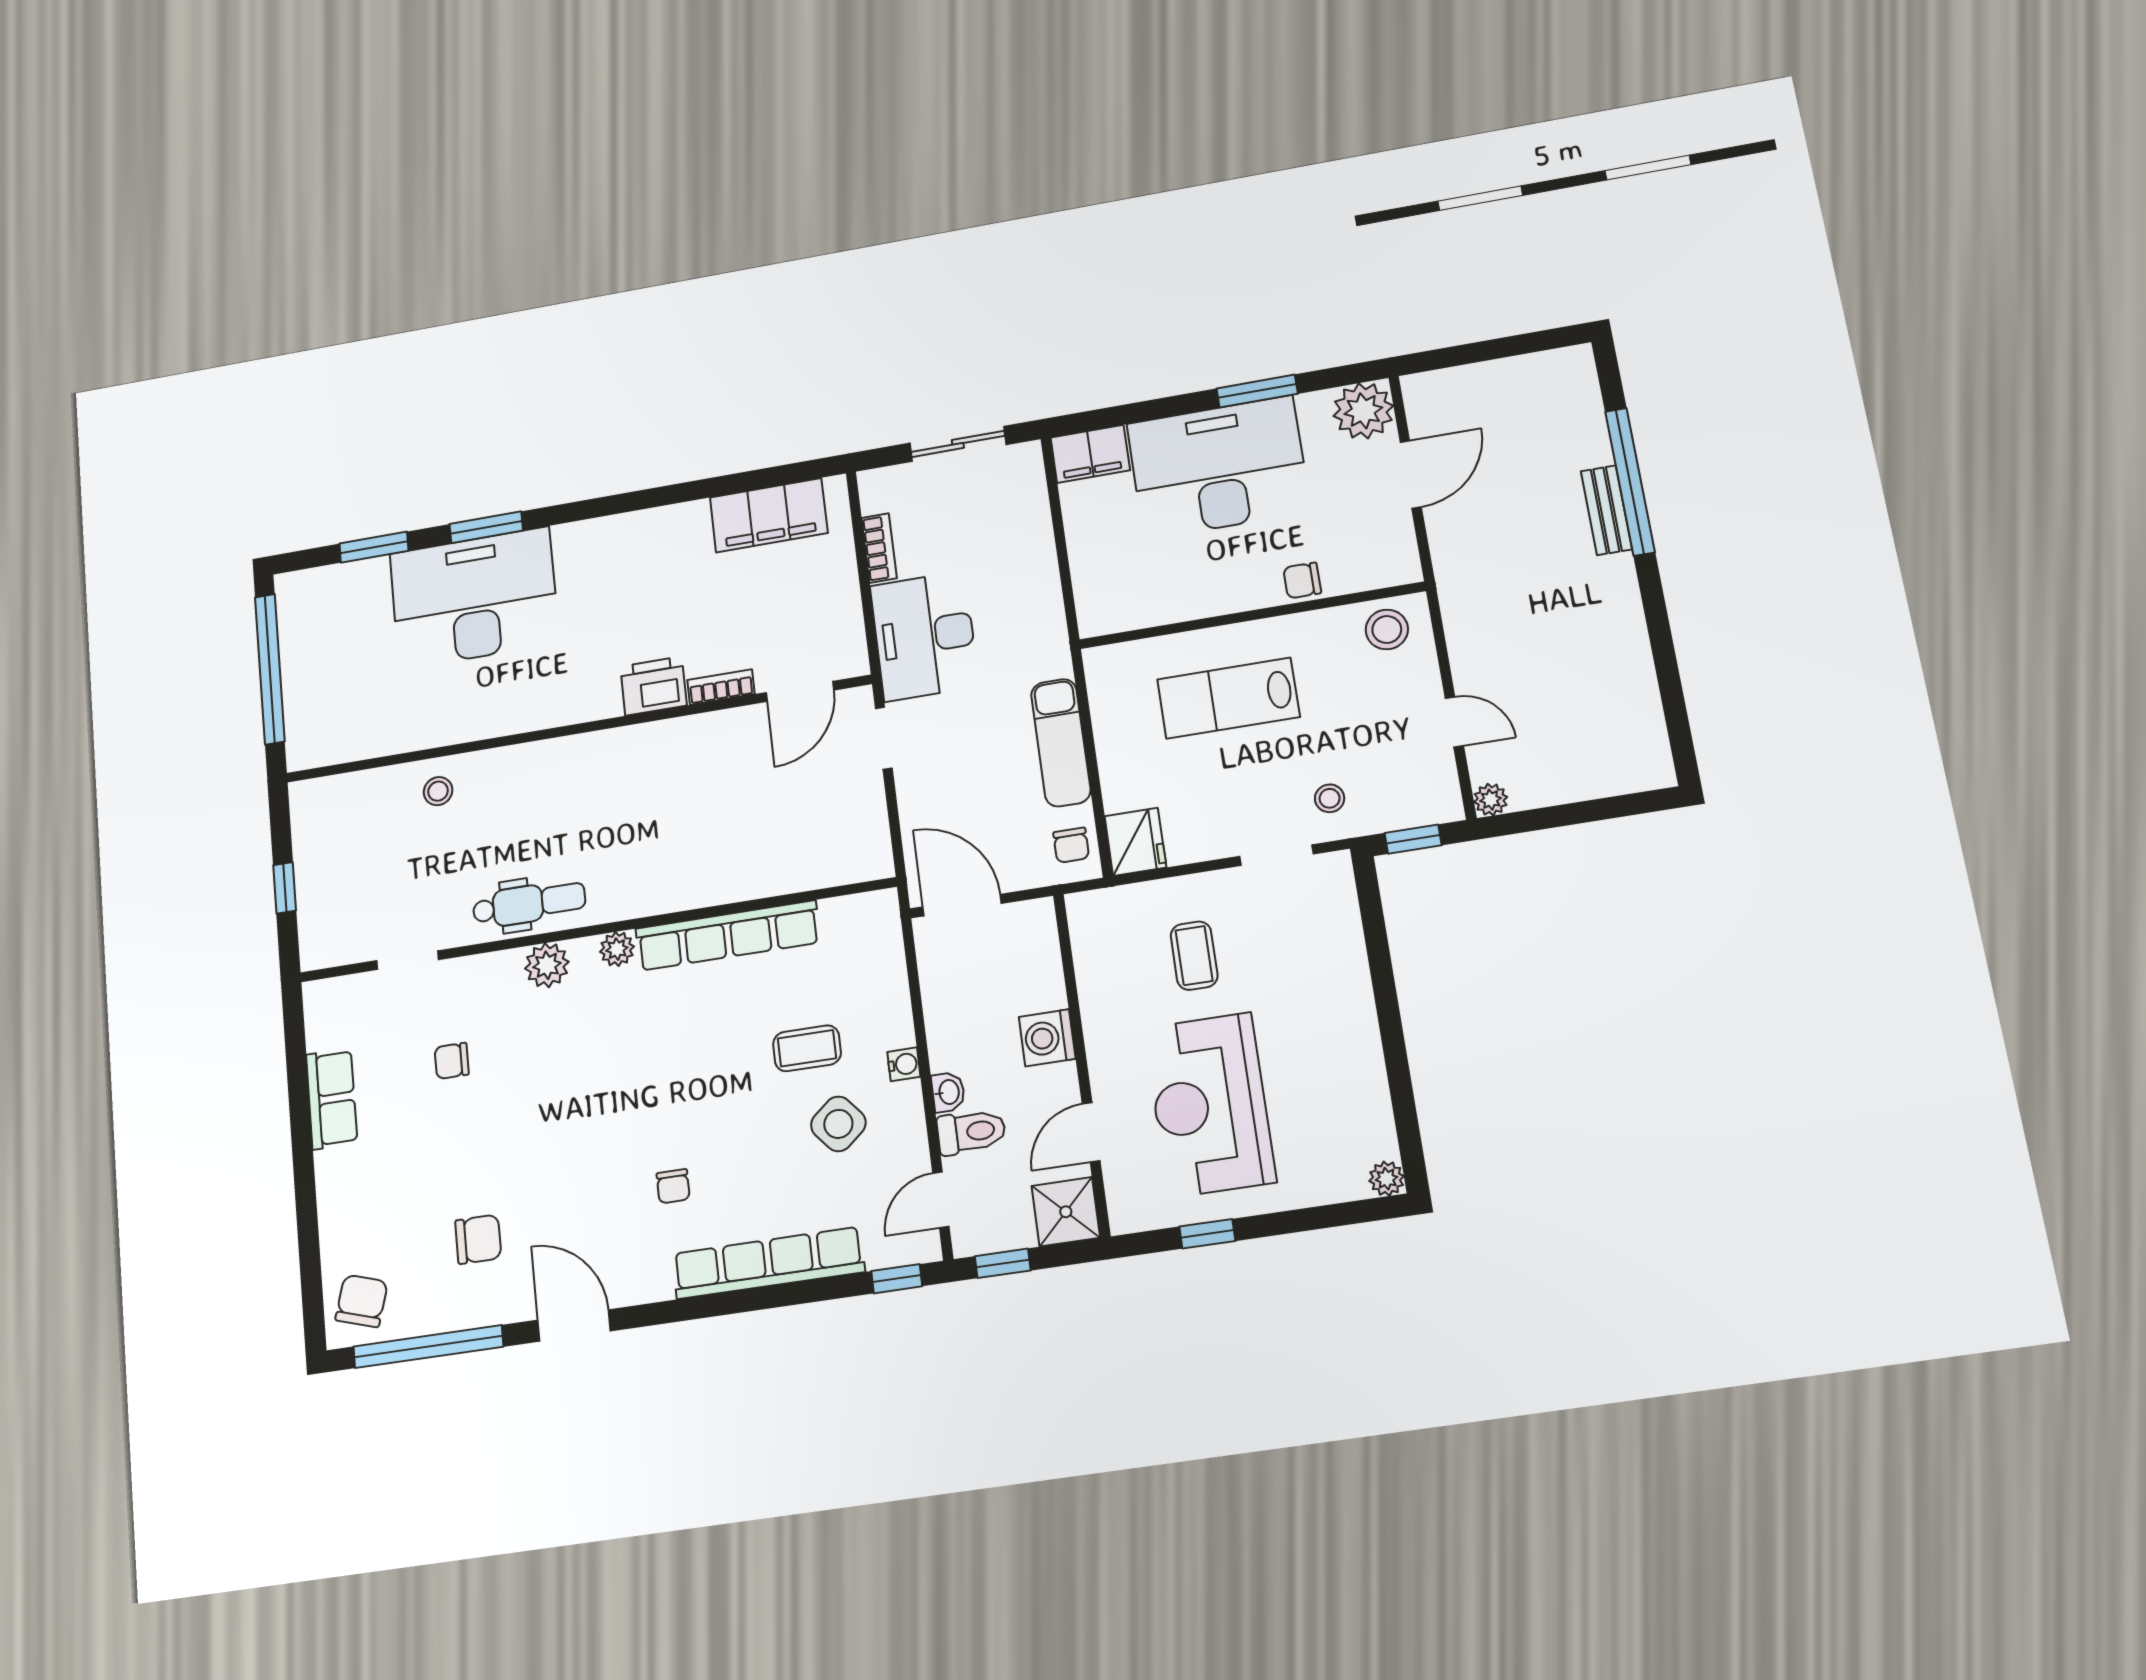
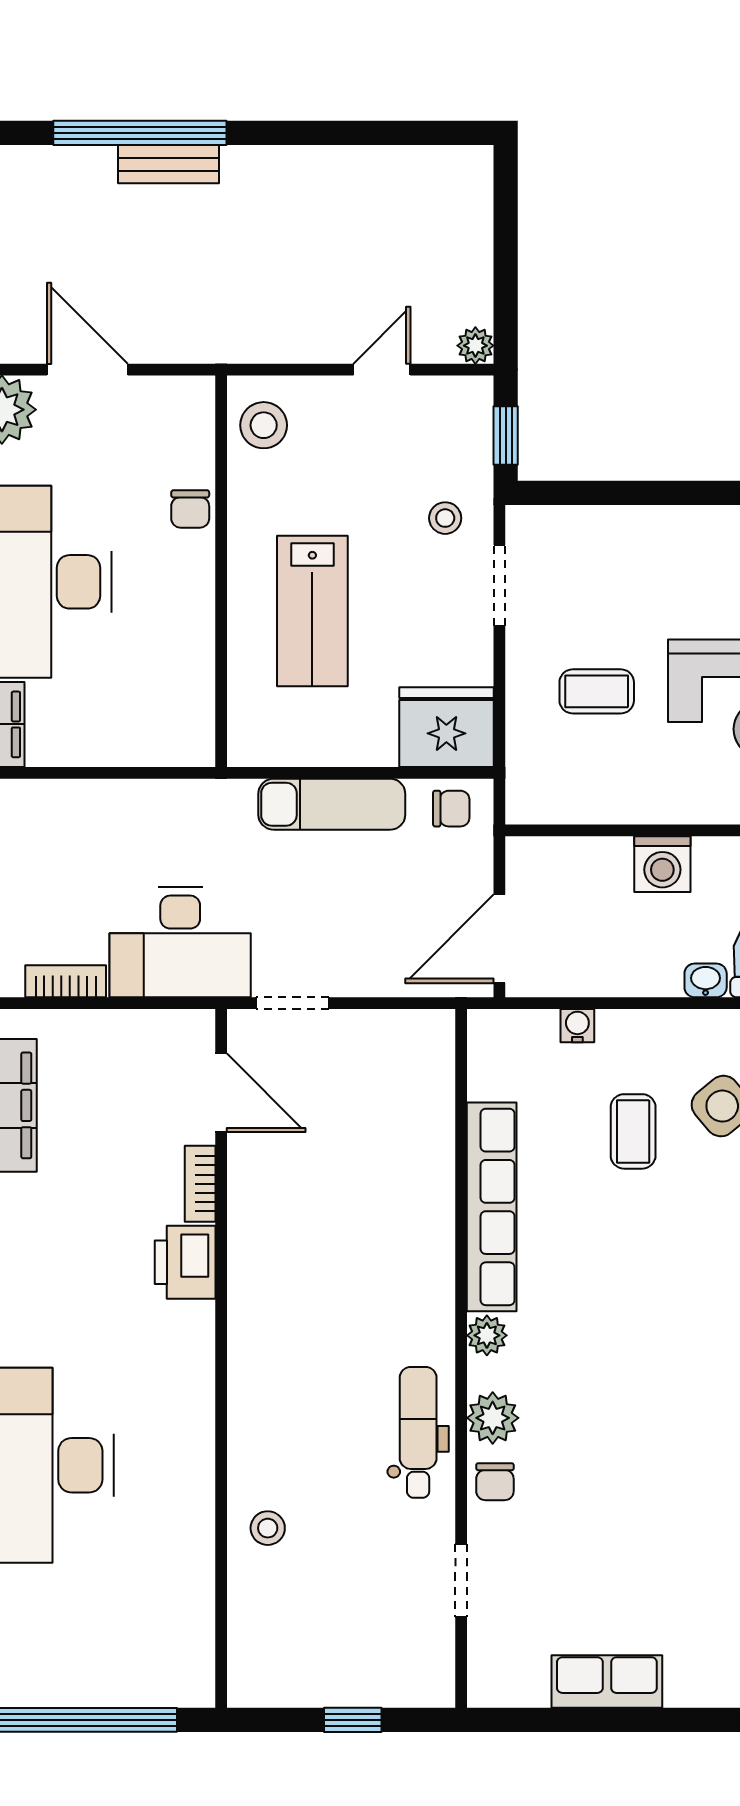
fridge: (1135, 842) -> (446, 727), width x1.36, depth x1.34
chair: (452, 1061) -> (495, 1482), moved
water cooler: (904, 1064) -> (577, 1026), moved

